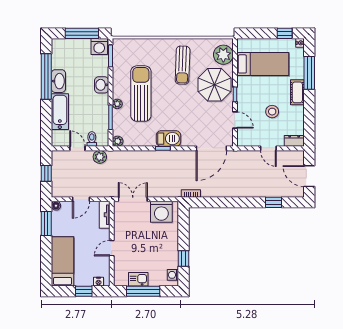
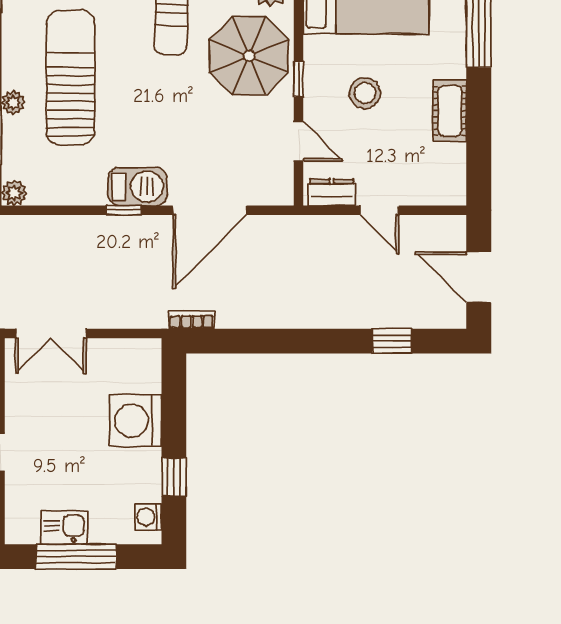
cot: (297, 92) -> (450, 111), moved
stool: (272, 112) -> (365, 93), moved
dresser: (294, 141) -> (332, 192), moved
door: (211, 148) -> (210, 210), moved
double door: (133, 199) -> (51, 333), swing flipped
washing machine: (161, 212) -> (136, 421), moved, turned 90

